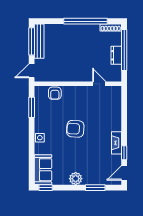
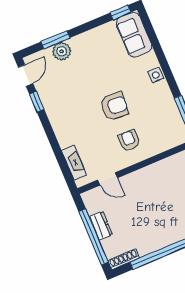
armchair: (55, 93) -> (129, 140), moved
fireplace: (117, 143) -> (74, 163), moved
plant: (76, 179) -> (62, 51), moved

